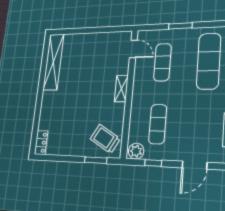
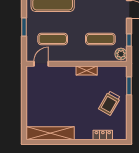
shelving: (121, 89) -> (87, 71), moved
trolley: (105, 139) -> (110, 103), moved
locker: (41, 143) -> (103, 135), moved

